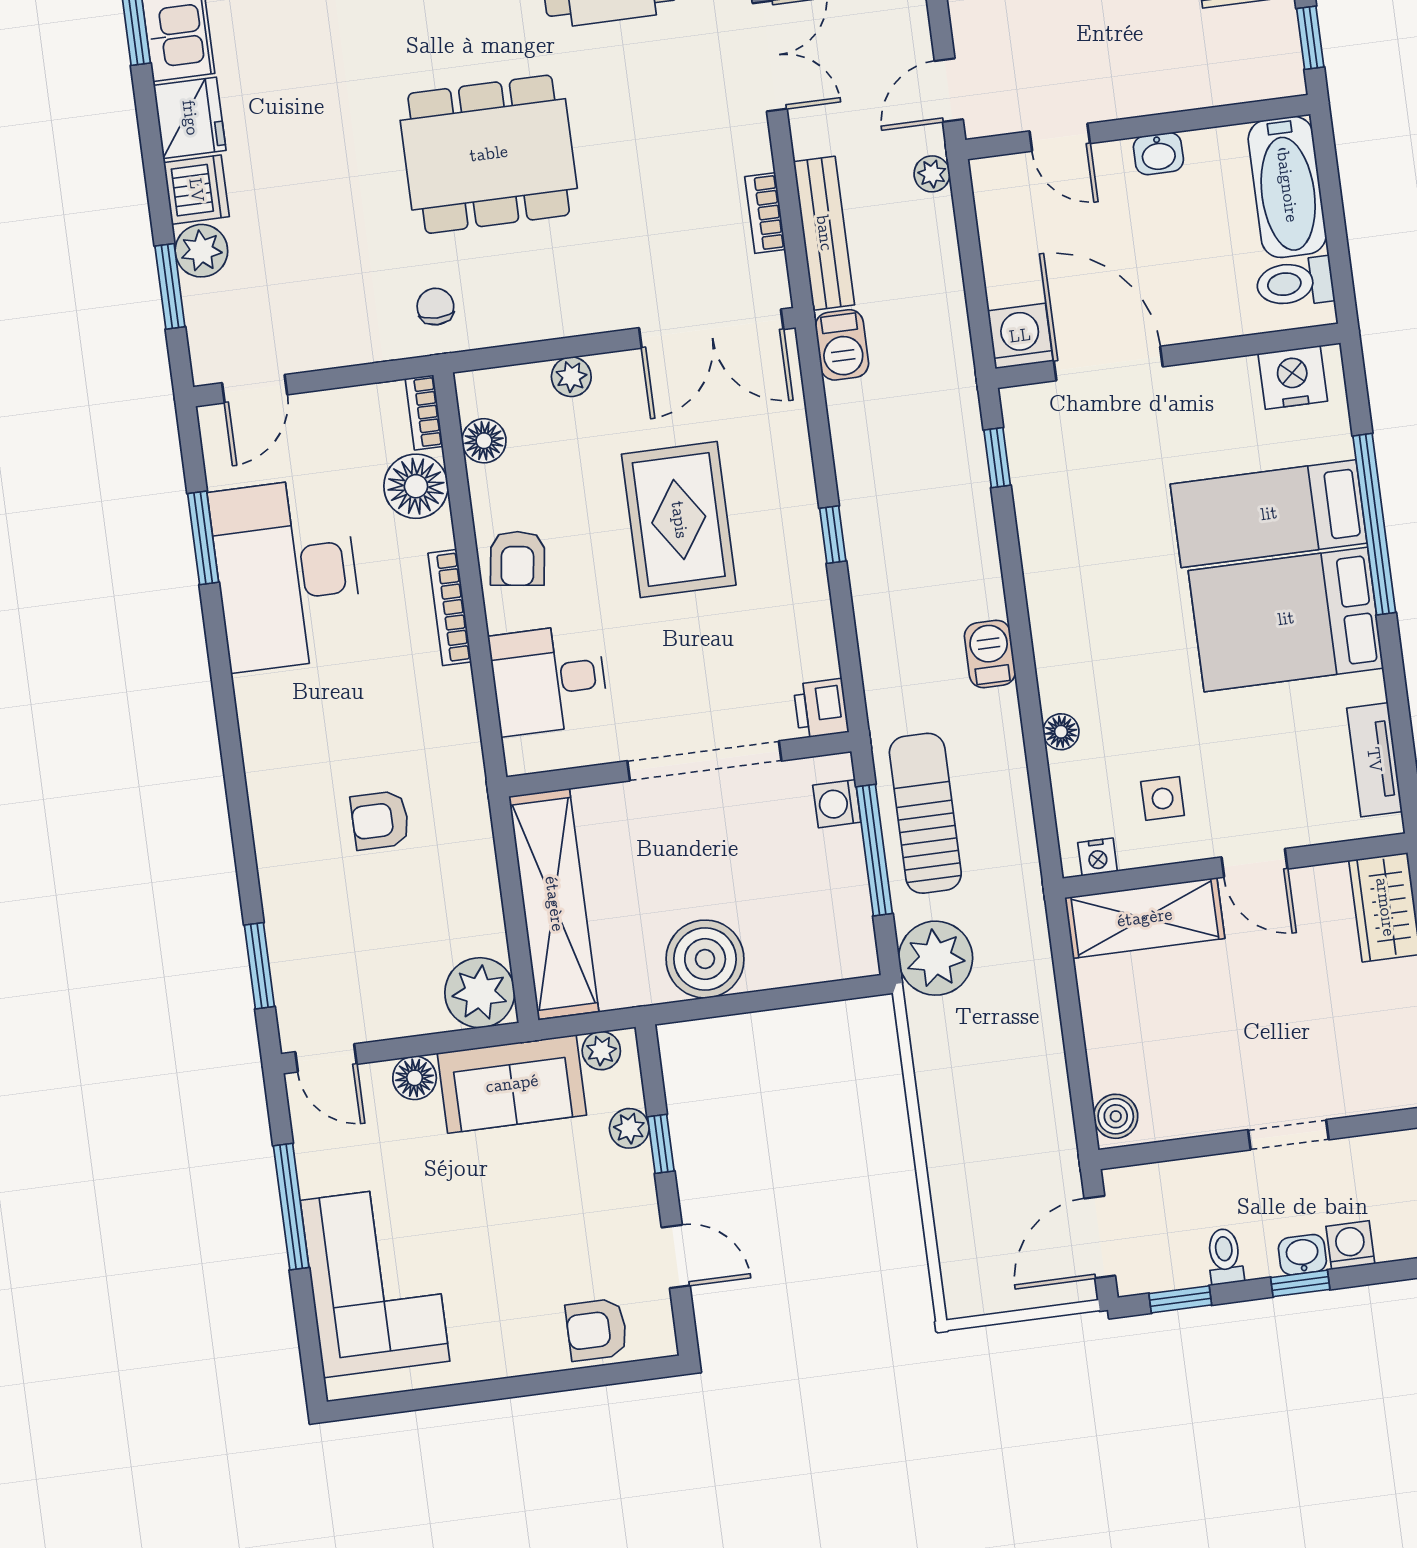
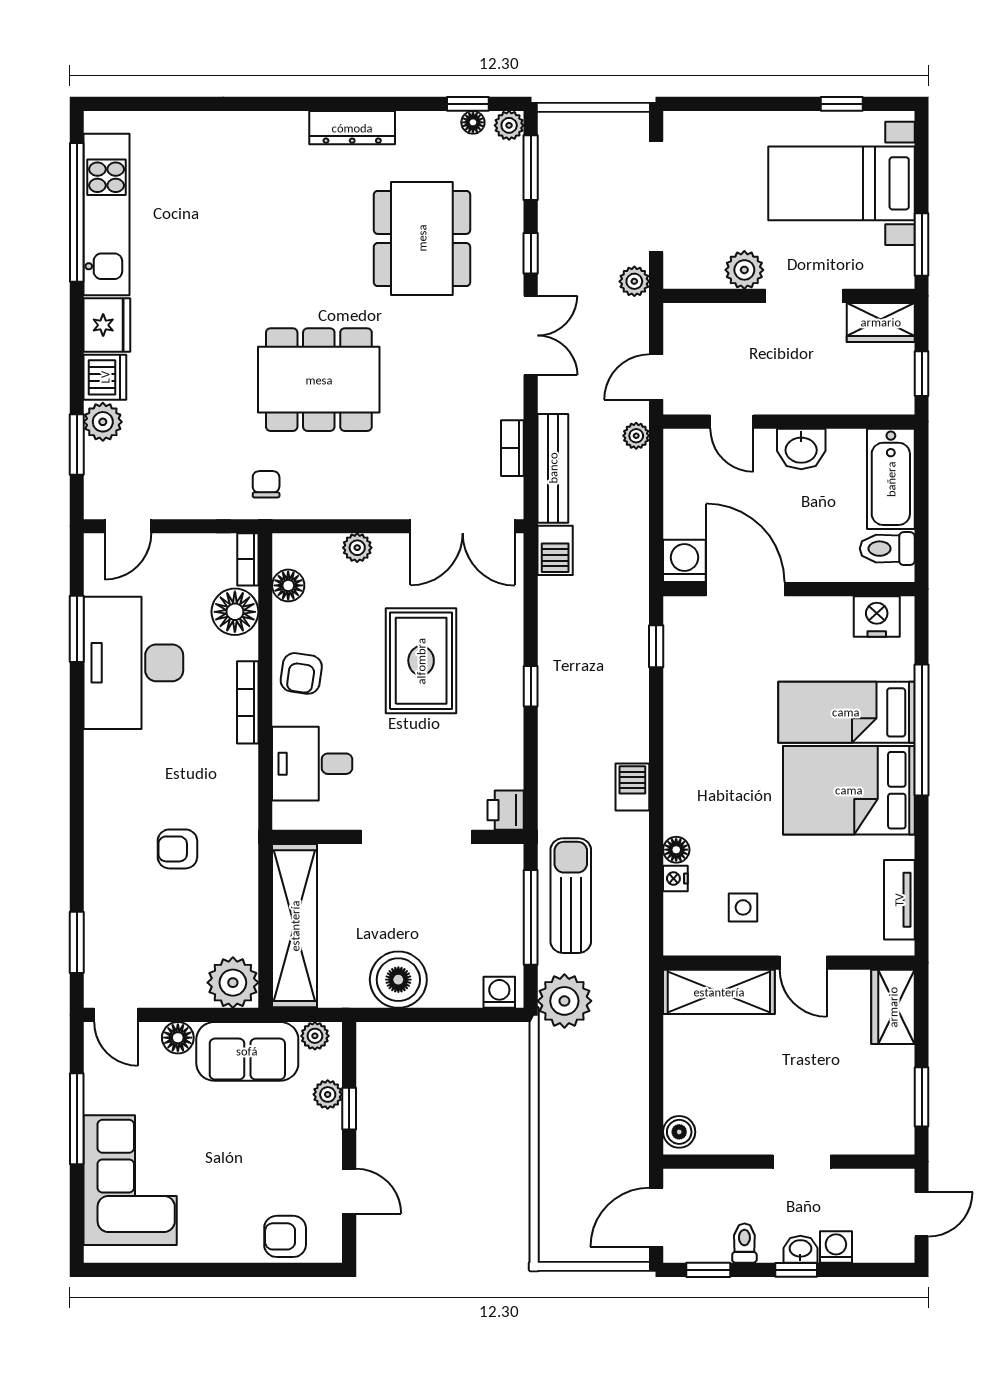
washbasin: (1158, 154) -> (801, 449), width x1.38, depth x1.45
washing machine: (837, 804) -> (499, 992), moved, turned 90
nightstand: (1098, 857) -> (675, 879), moved, turned 90

